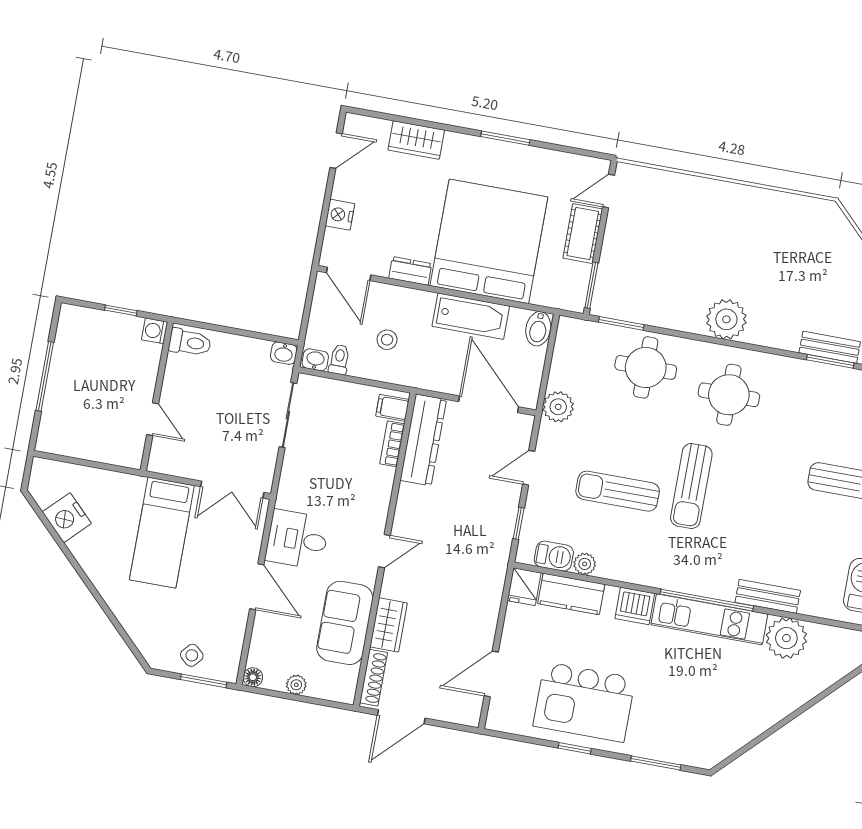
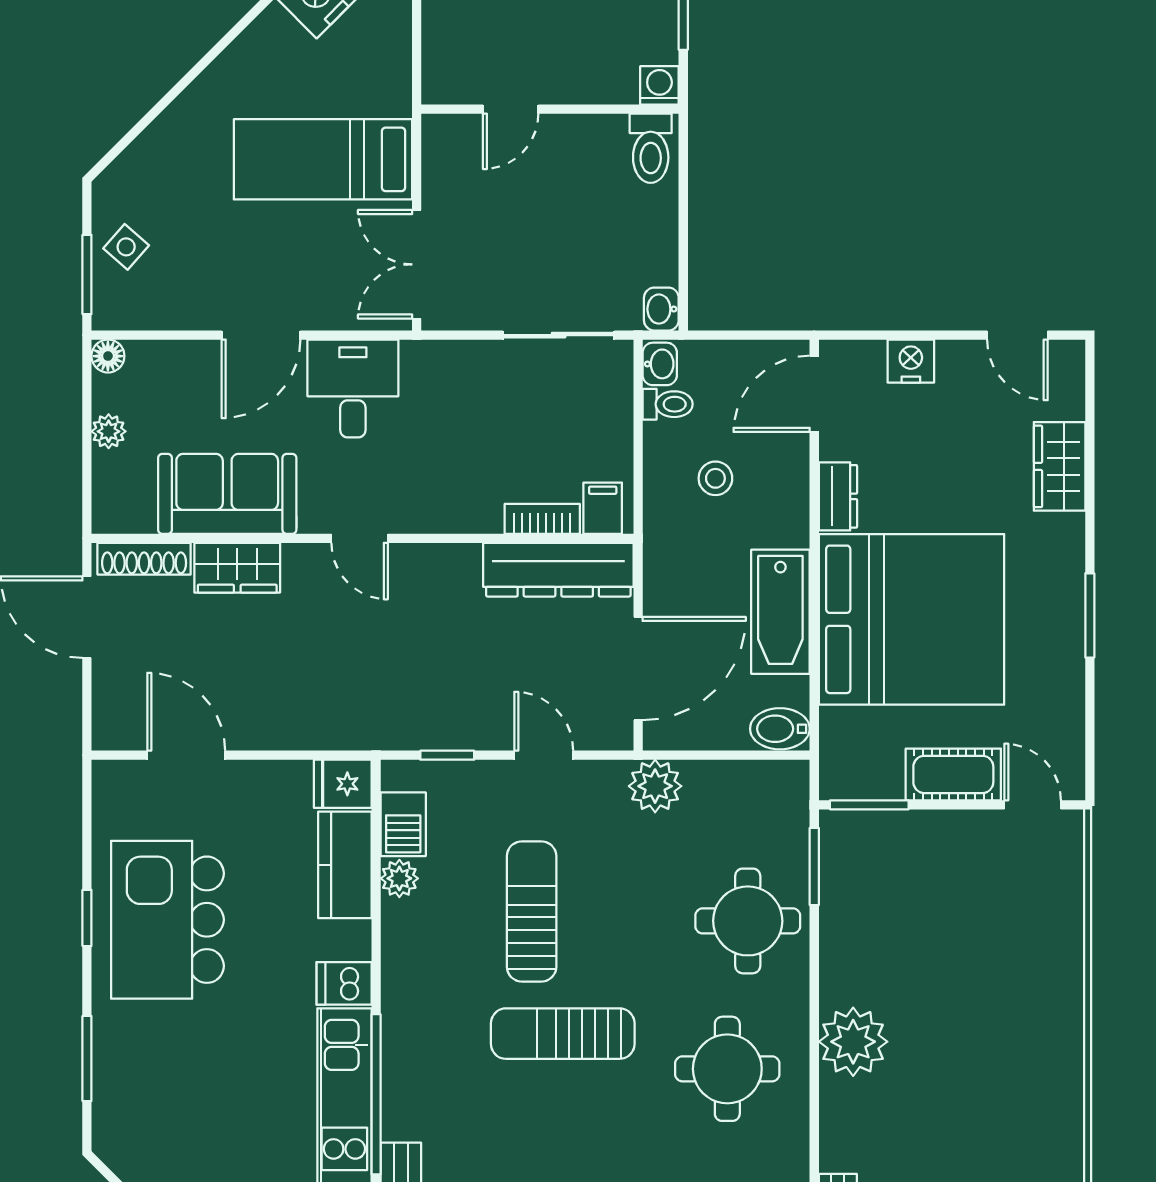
dishwasher: (635, 606) -> (344, 983), width x0.73

